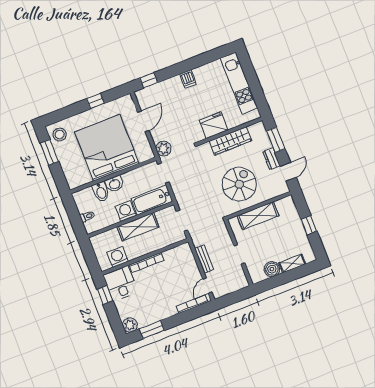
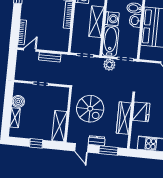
plant: (163, 149) -> (109, 65), moved
shelving: (258, 216) -> (60, 126), moved
door: (207, 286) -> (30, 50), hinge flipped

